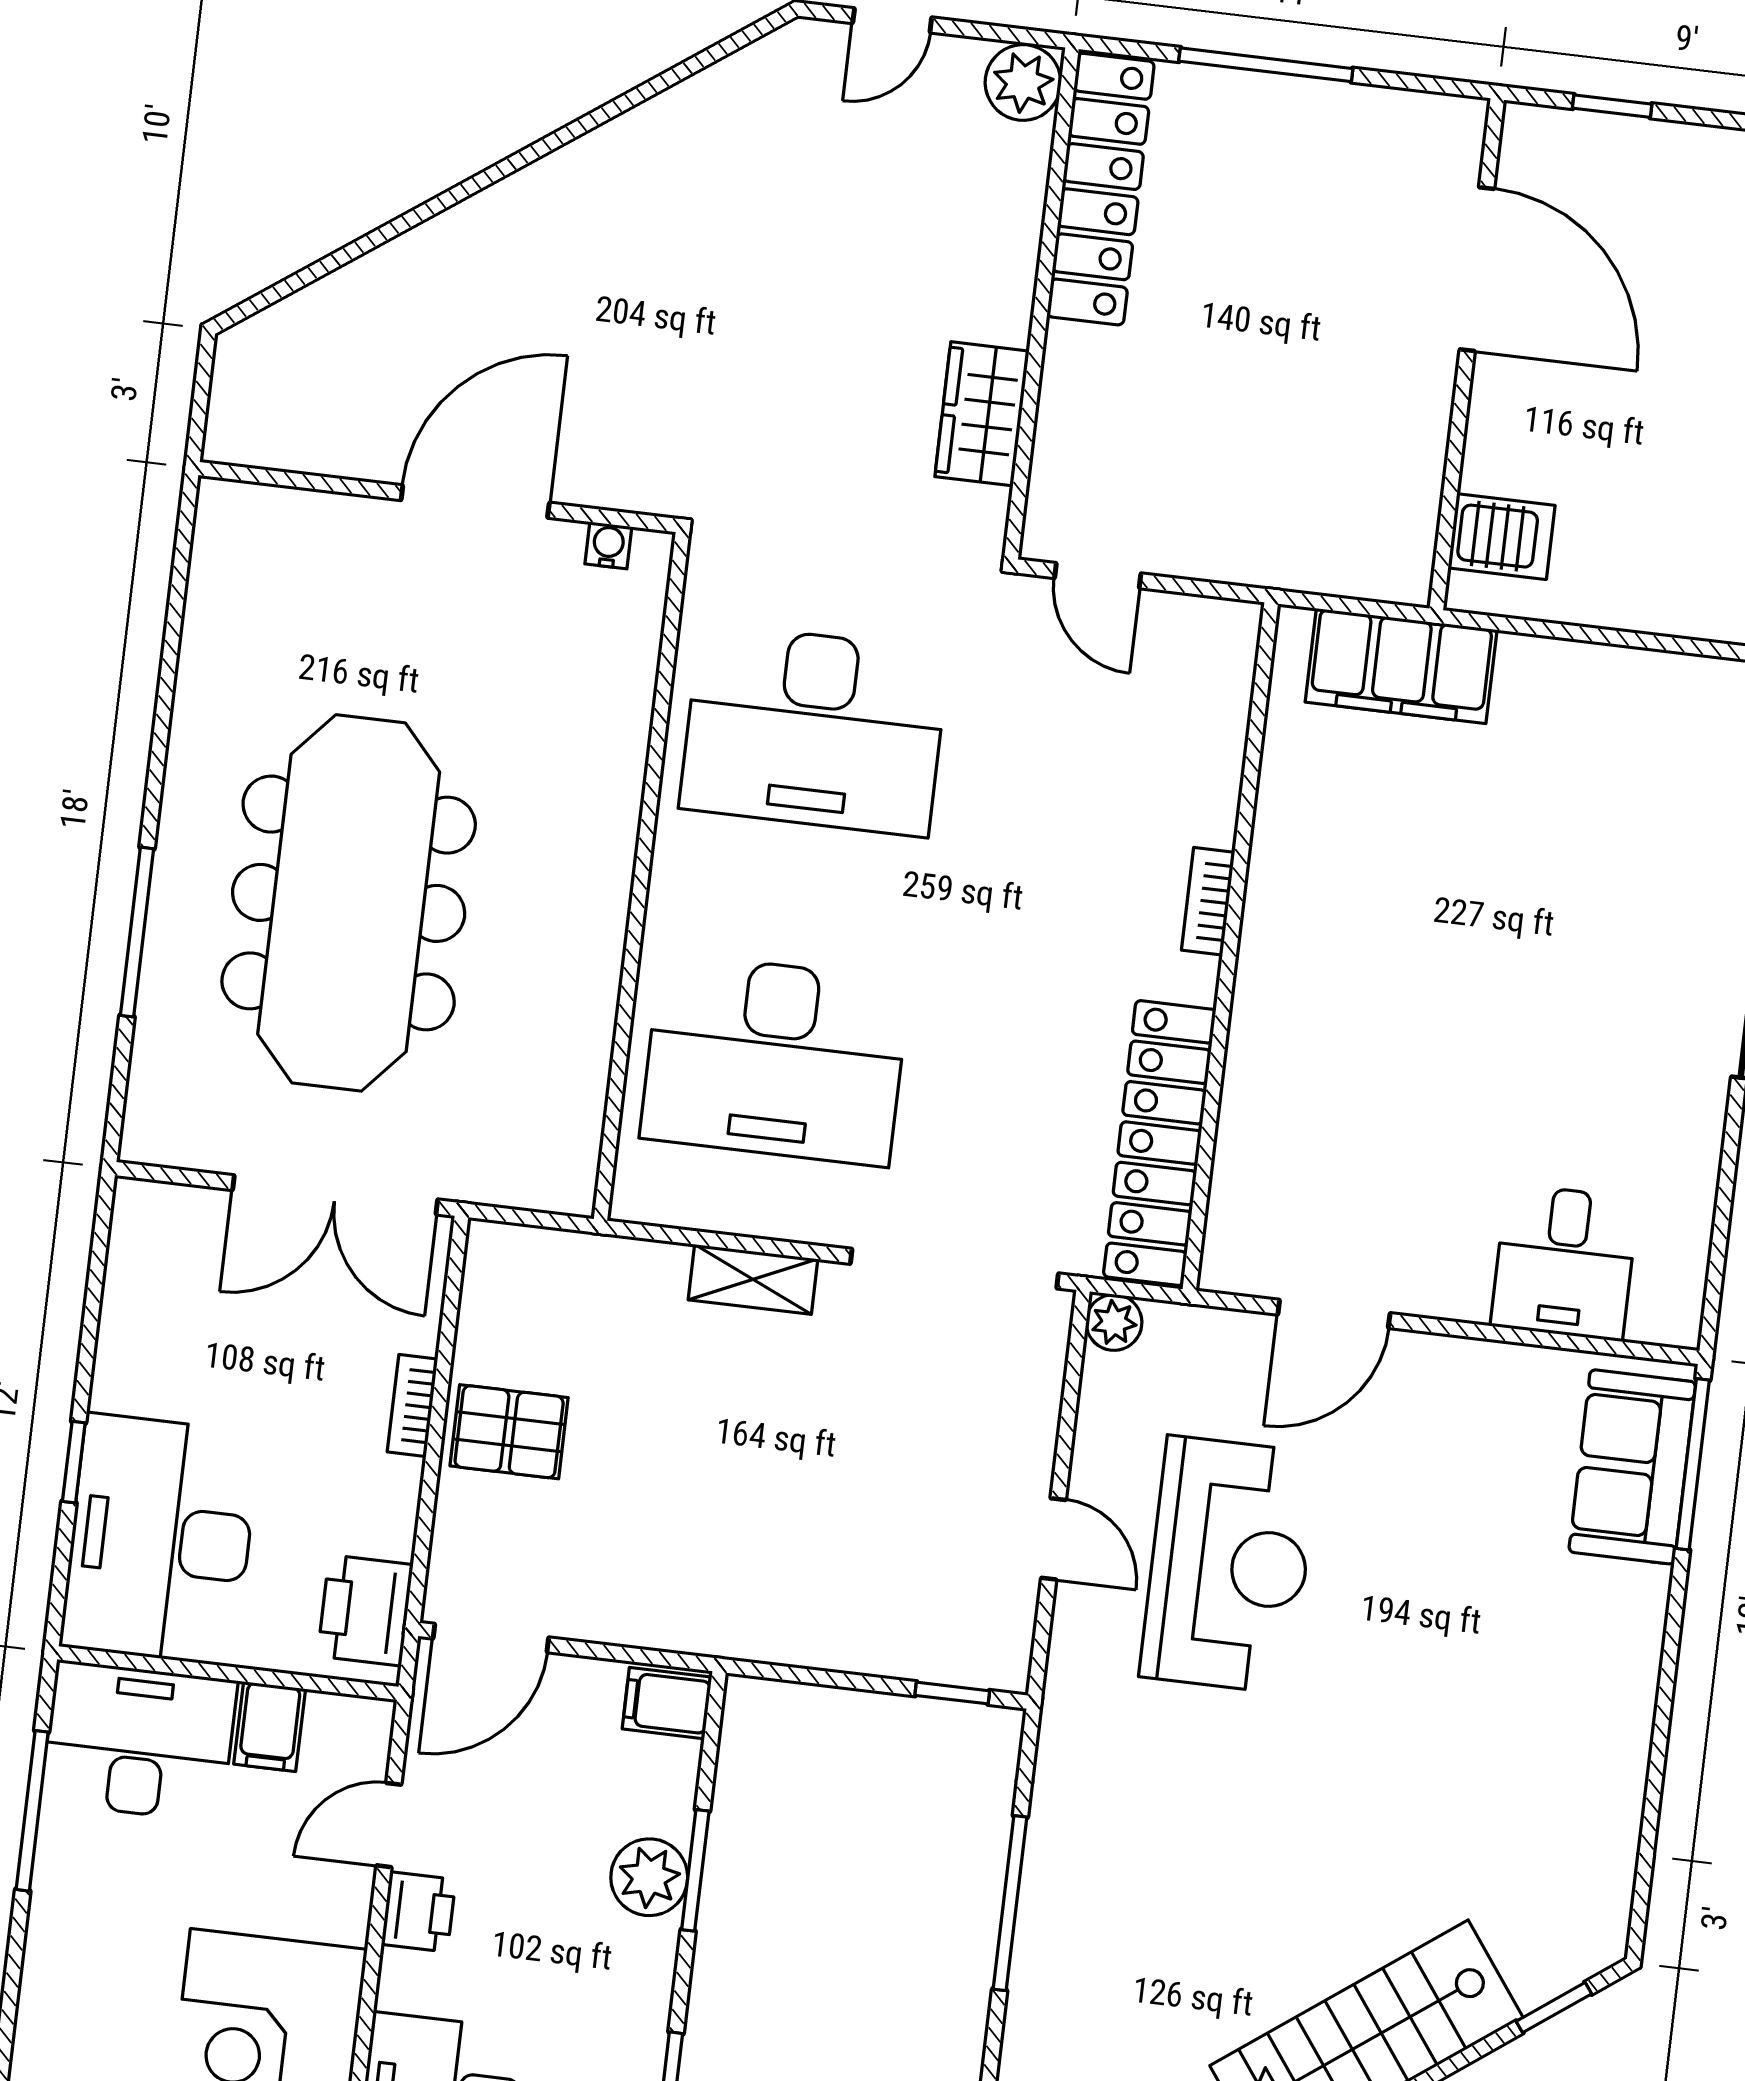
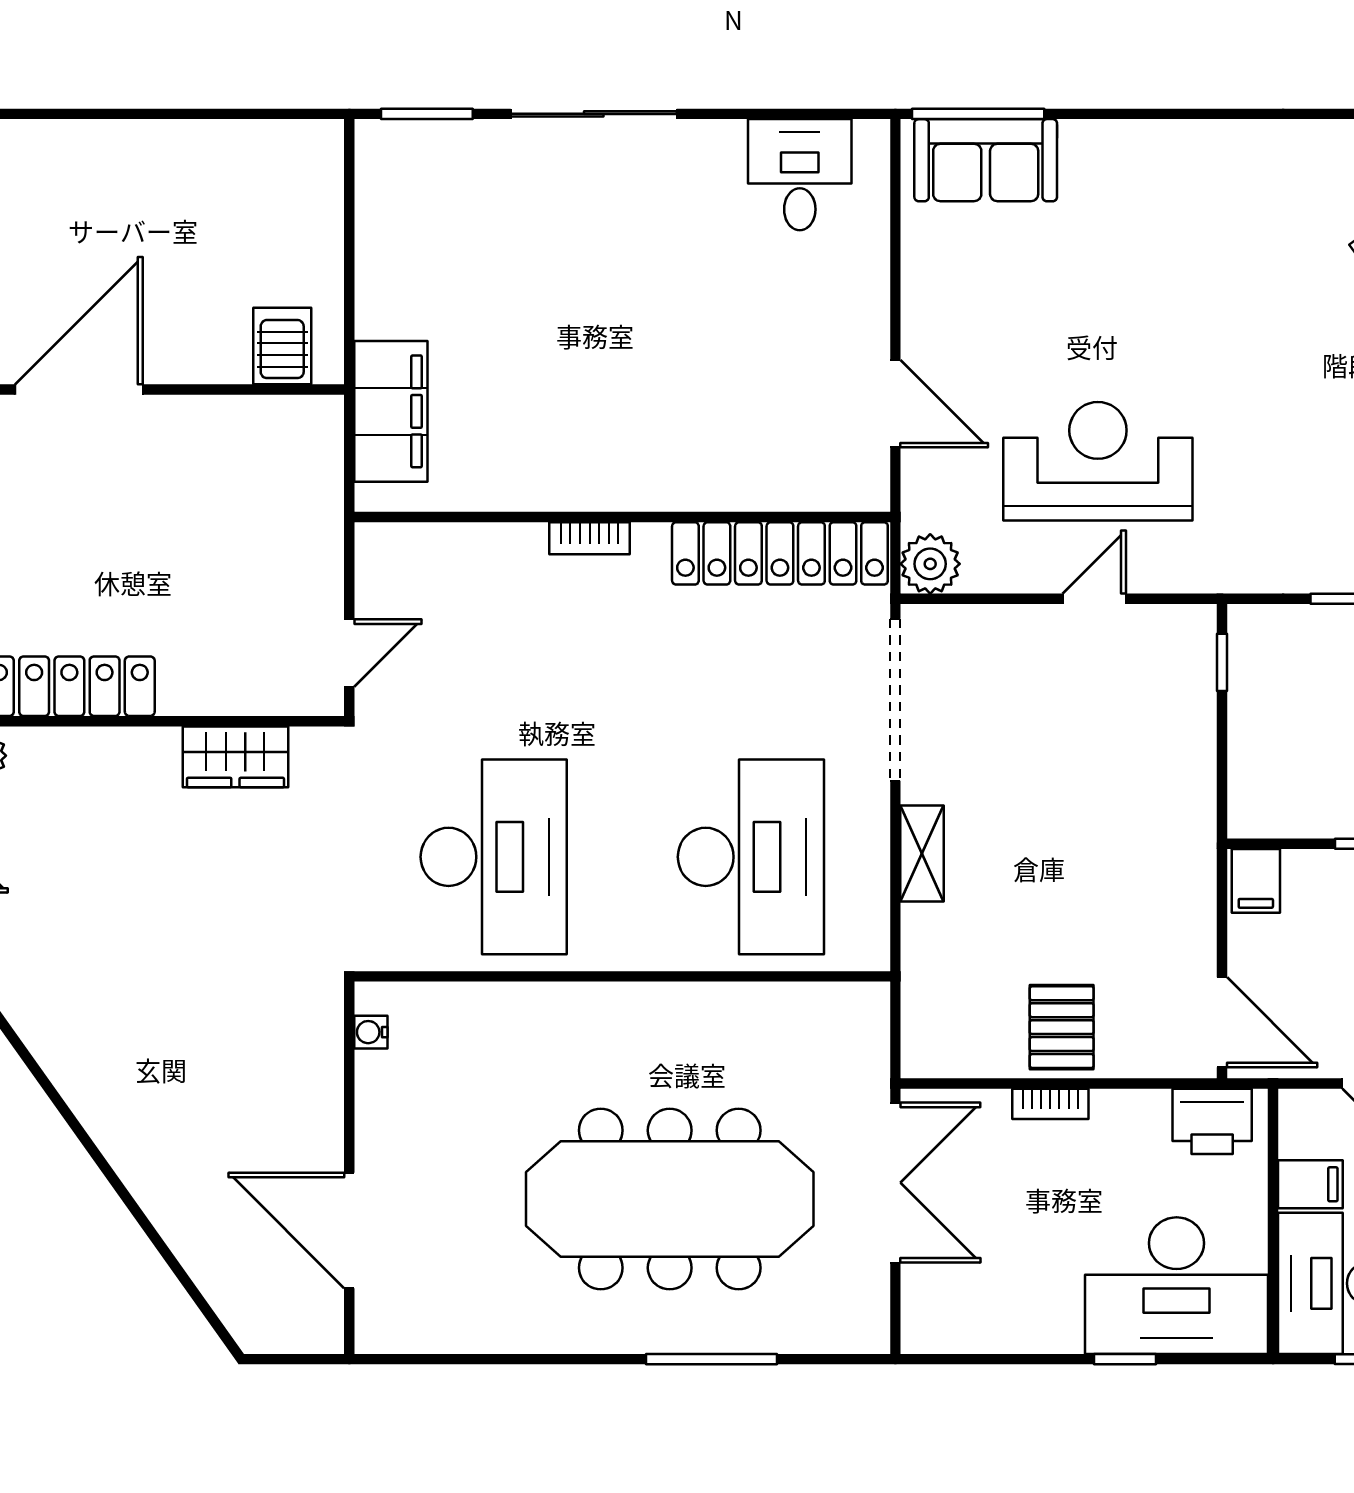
door: (475, 501) -> (349, 1231), moved
desk: (1565, 1262) -> (800, 175), moved, turned -90
plant: (1114, 1322) -> (930, 564), width x1.38, depth x1.38

